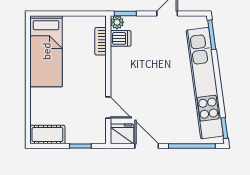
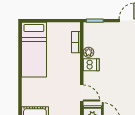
plant: (117, 22) -> (89, 52), moved
dishwasher: (121, 38) -> (91, 65), moved

